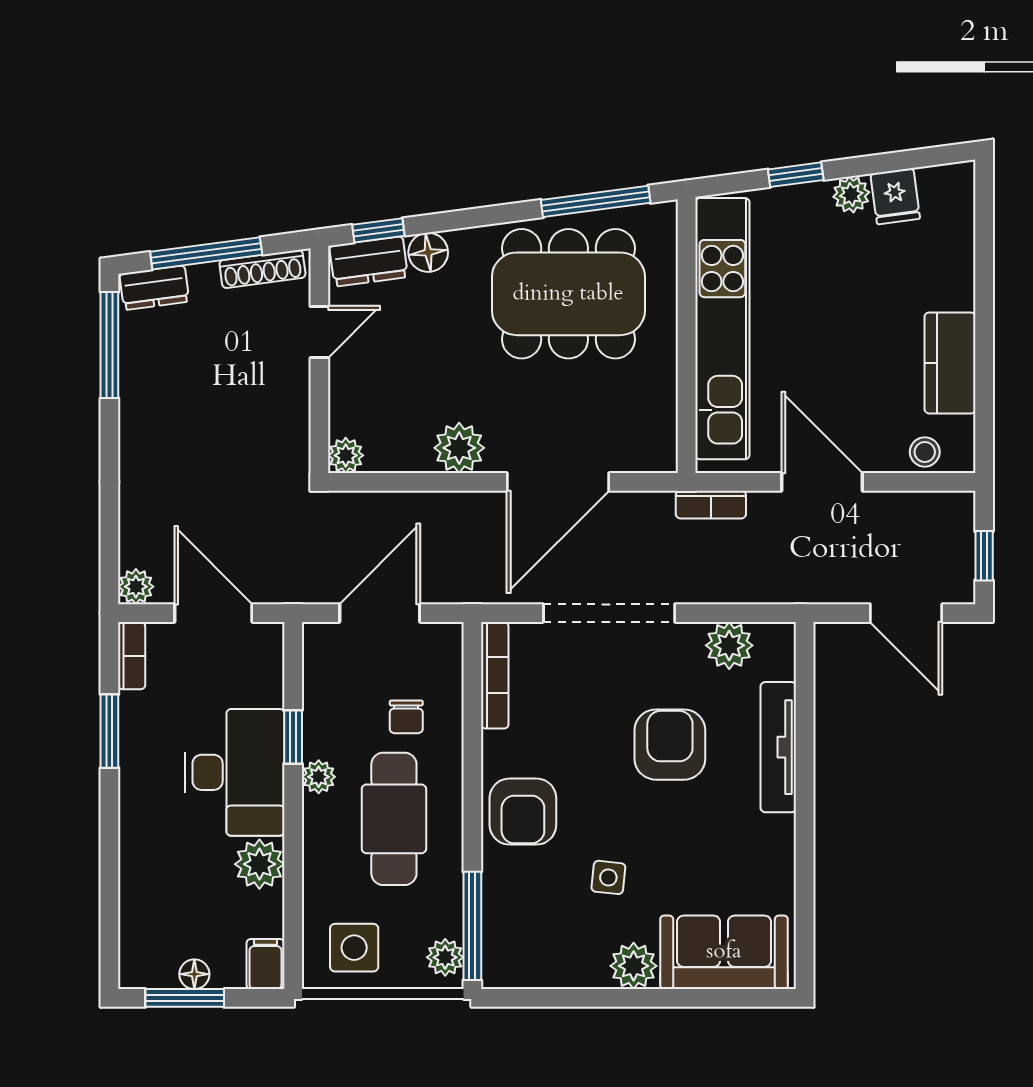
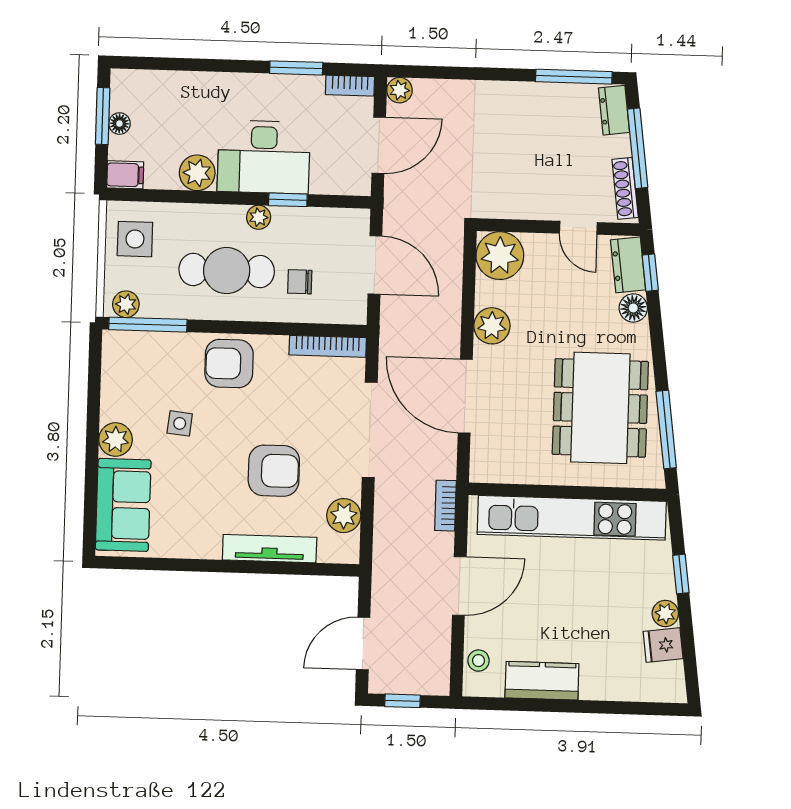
plant: (346, 455) -> (500, 256), width x1.87, depth x1.87

